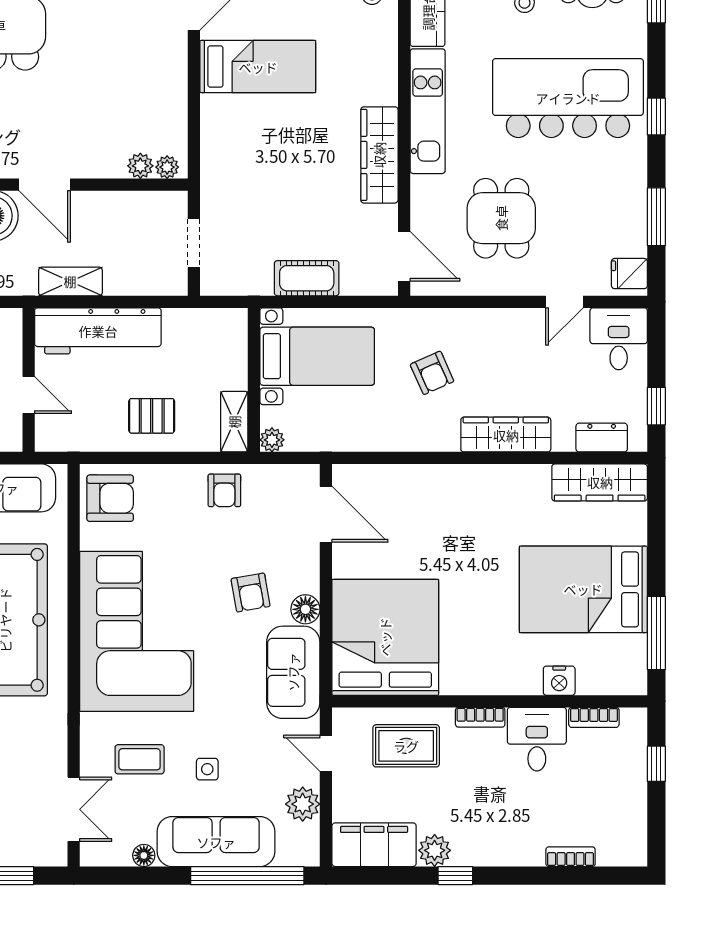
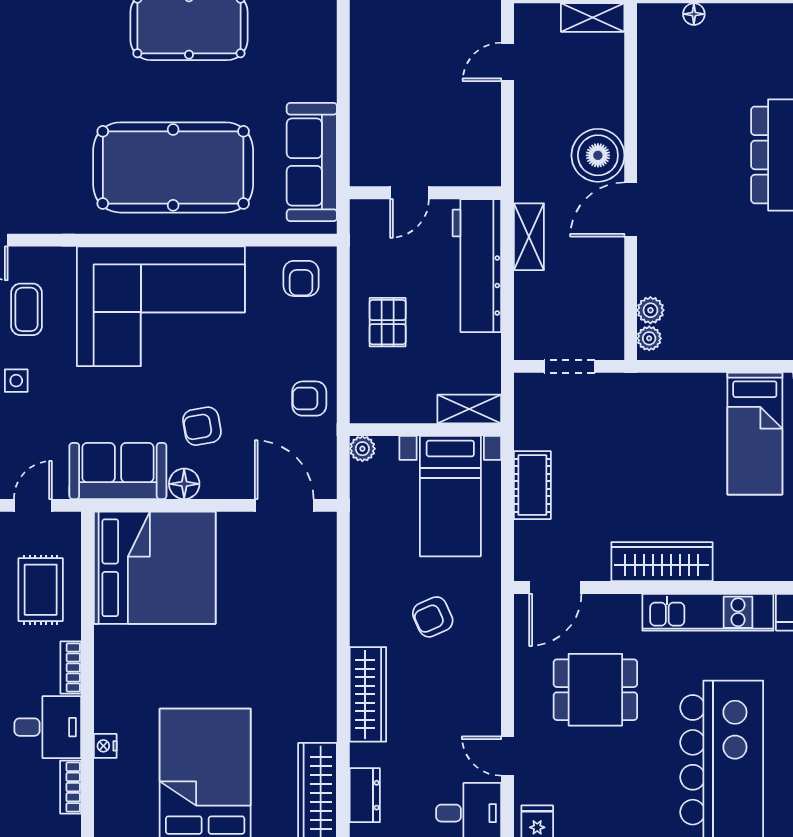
shelving: (234, 422) -> (469, 409), moved
armchair: (110, 498) -> (301, 278), width x0.72, depth x0.72
door: (326, 514) -> (284, 505), swing flipped
nightstand: (559, 681) -> (105, 746), width x0.72, depth x0.74

